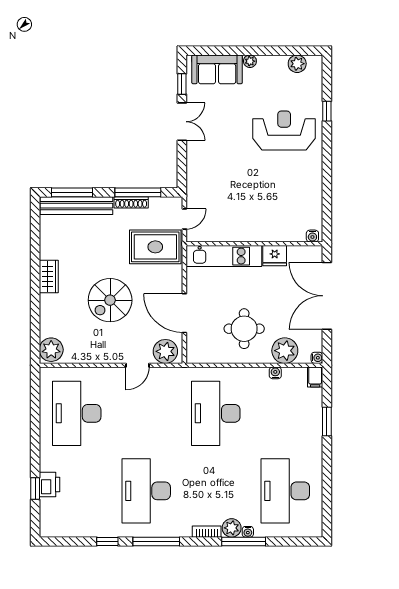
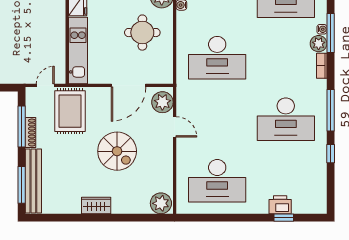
door: (184, 219) -> (45, 85), hinge flipped

